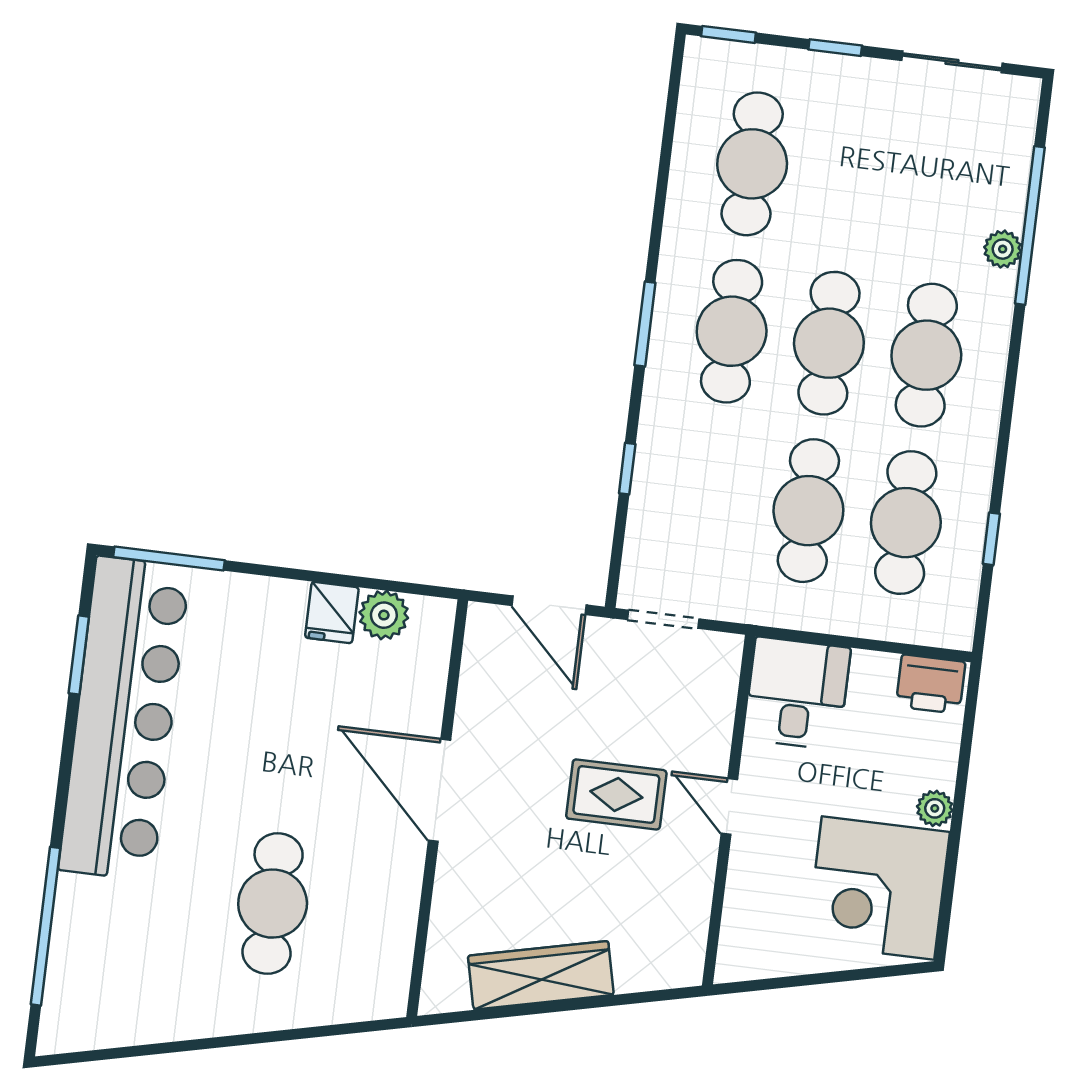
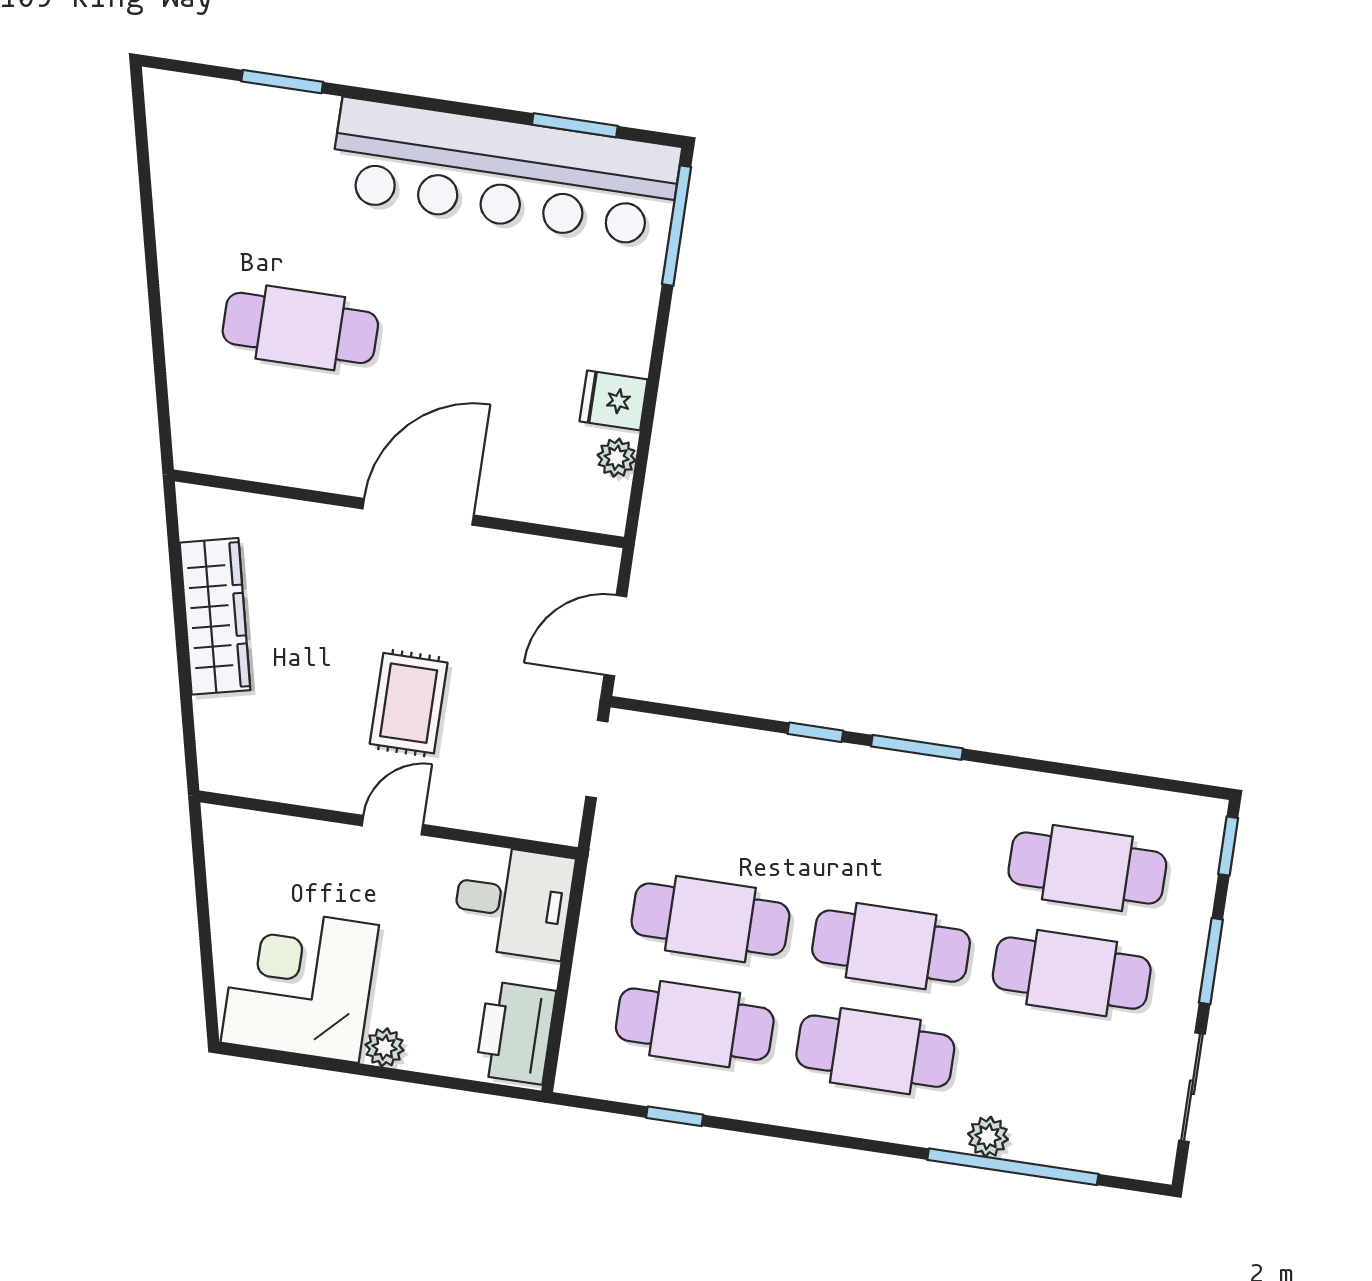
window: (835, 48) -> (1211, 961), width x1.50
cafe table: (732, 331) -> (1072, 973), moved
window: (627, 469) -> (815, 732), moved
plant: (384, 615) -> (617, 458), width x0.73, depth x0.73
printer: (931, 684) -> (516, 1033), width x1.37, depth x1.19
window: (46, 926) -> (282, 82), width x0.47

